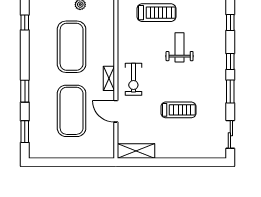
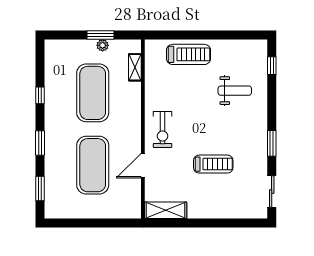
window: (25, 22) -> (40, 95), moved
weight bench: (180, 47) -> (235, 91), moved, turned 90
window: (230, 61) -> (272, 109), removed
shelving: (109, 78) -> (135, 67), moved
door: (116, 111) -> (143, 166), hinge flipped

